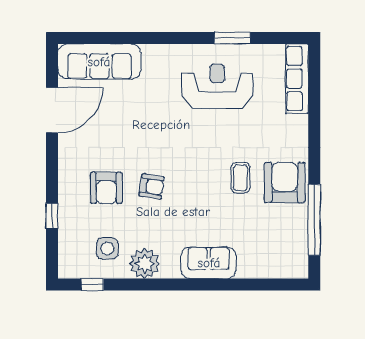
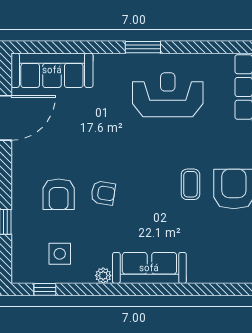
window: (232, 38) -> (143, 47), moved
sofa: (209, 263) -> (149, 268), width x1.36
plant: (145, 264) -> (103, 276), width x0.53, depth x0.53

